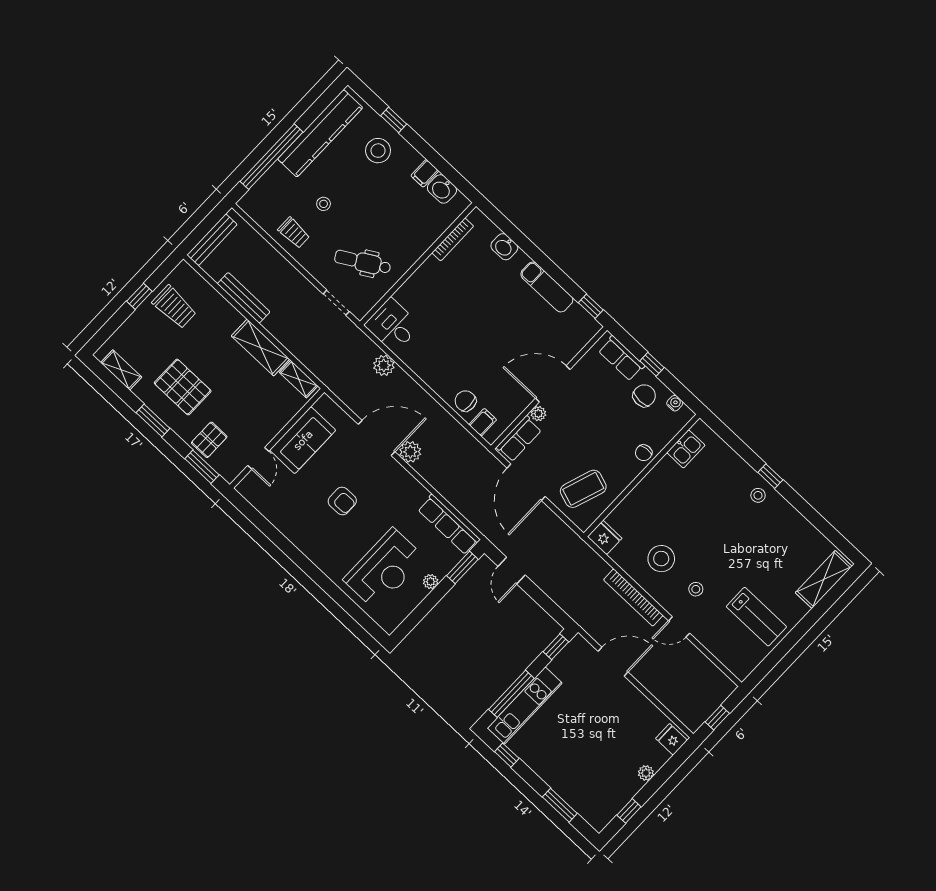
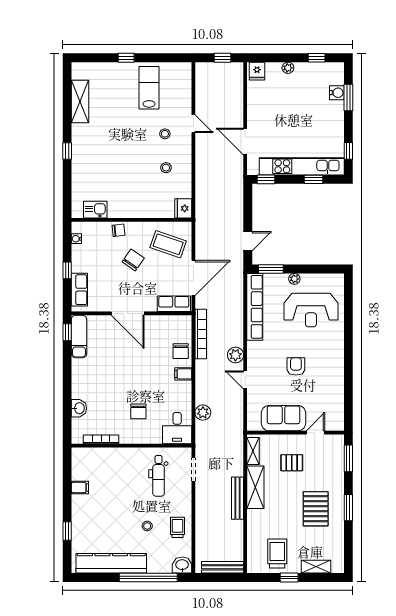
stool: (378, 151) -> (91, 524), removed
washbasin: (442, 189) -> (182, 565), moved, turned -90
dental chair: (363, 262) -> (159, 476), turned 30
exam couch: (547, 287) -> (79, 337), moved
bench: (244, 298) -> (237, 498), moved
chair: (445, 303) -> (138, 411), added
shelving: (121, 370) -> (316, 567), moved, turned 90
chair: (644, 396) -> (133, 260), moved, turned 125
plant: (538, 414) -> (151, 306), removed
filing cabinet: (483, 422) -> (183, 374), moved
door: (377, 438) -> (245, 380), width x0.53
pallet: (209, 440) -> (292, 463), moved
stool: (758, 495) -> (84, 148), removed
row of seats: (449, 524) -> (255, 307), width x1.36
stool: (661, 559) -> (166, 168), width x0.53, depth x0.53
reception desk: (384, 569) -> (311, 310), turned 180
shelving: (824, 579) -> (80, 102), moved, turned 90
bookcase: (633, 597) -> (201, 334), moved
window: (808, 622) -> (126, 58), added
window: (511, 694) -> (313, 179), width x0.46
kitchen unit: (525, 706) -> (302, 166), width x1.36
water cooler: (575, 798) -> (337, 93), added

